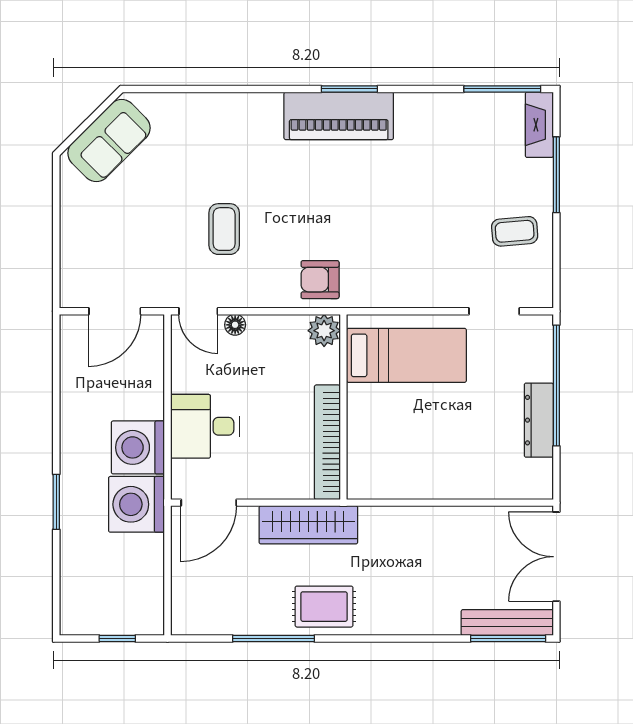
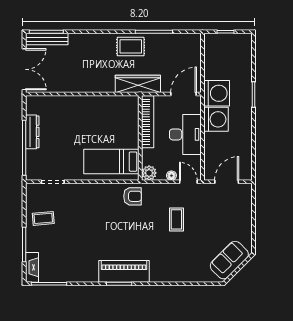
plant: (324, 331) -> (149, 173), moved
bed: (406, 355) -> (111, 162), moved
wall: (343, 407) -> (140, 138), moved
desk: (205, 426) -> (185, 134), width x1.37
bookcase: (327, 442) -> (148, 122), moved

